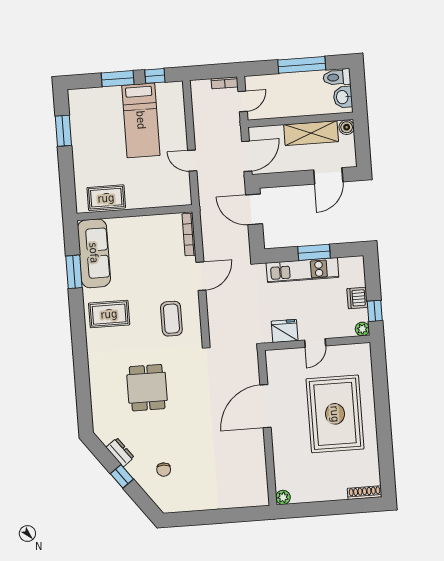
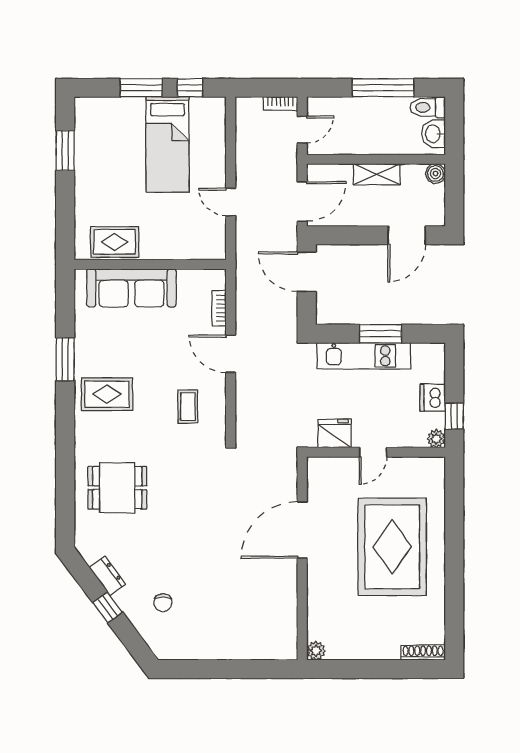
shelving: (311, 133) -> (377, 174), width x0.67, depth x0.75
bookcase: (189, 235) -> (219, 308), width x0.64
sofa: (94, 253) -> (131, 288), moved, turned 90
window: (74, 272) -> (65, 359), moved
door: (201, 276) -> (231, 354), swing flipped
coffee table: (171, 319) -> (188, 406), width x0.73, depth x0.77
dining table: (147, 388) -> (117, 488), moved, turned 90

